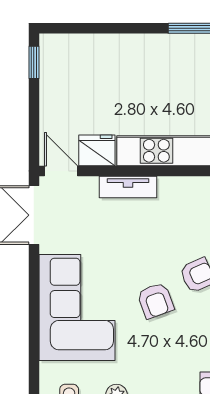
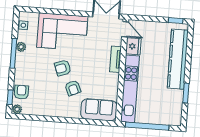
kitchen counter: (118, 51) -> (178, 59), added
door: (61, 171) -> (125, 29), hinge flipped

